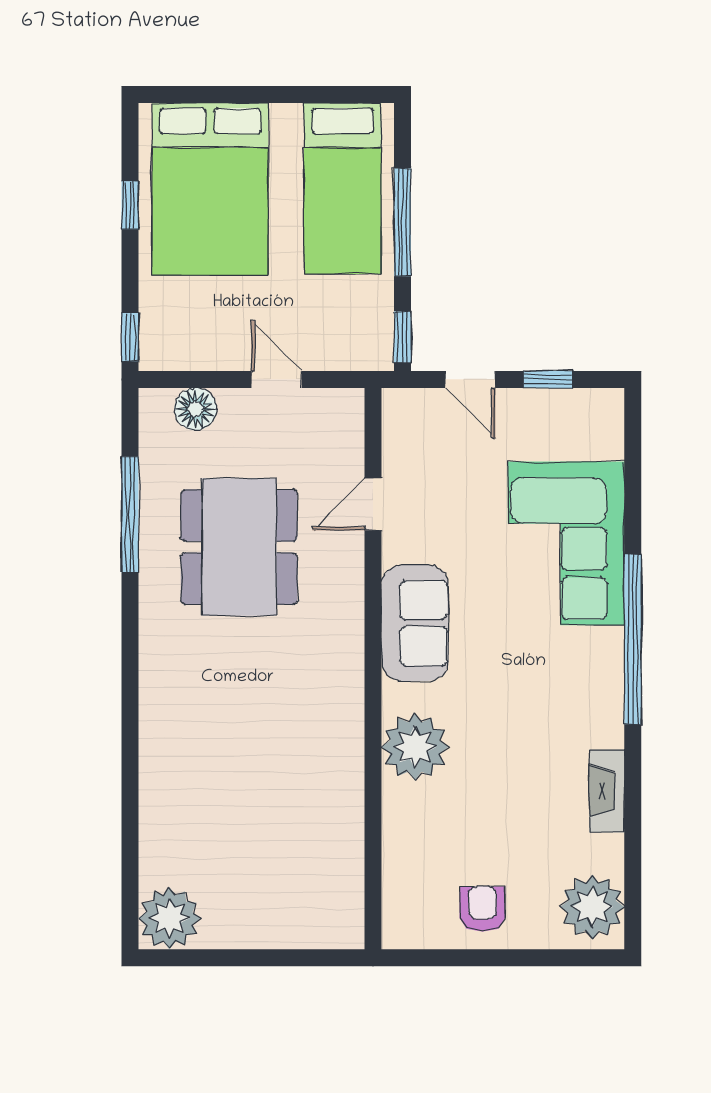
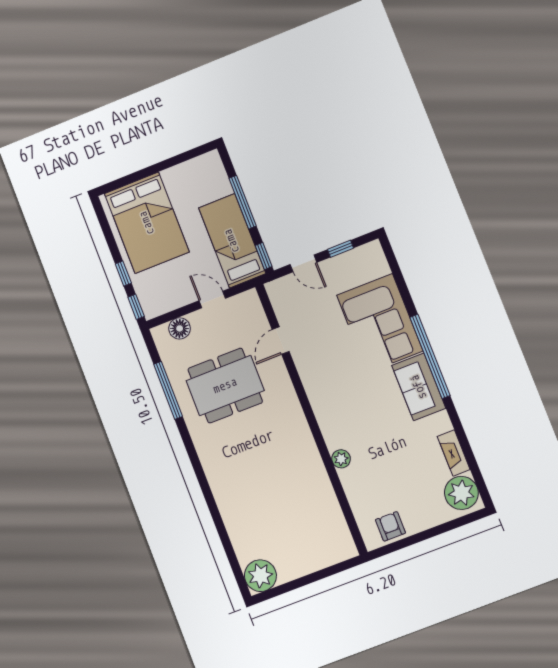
bed: (343, 188) -> (232, 241), moved, turned 180
window: (130, 205) -> (123, 273), moved
dining table: (239, 547) -> (225, 386), turned 90
sofa: (415, 623) -> (419, 387), moved, turned 180
plant: (415, 747) -> (341, 459), width x0.53, depth x0.53
fireplace: (607, 791) -> (454, 453), moved
armchair: (482, 909) -> (390, 526), moved

